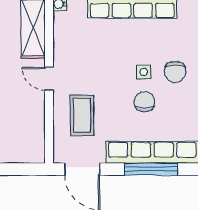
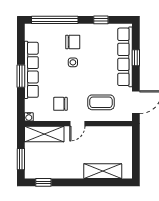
chair: (145, 102) -> (60, 104), moved
window: (151, 169) -> (136, 58), width x0.46

